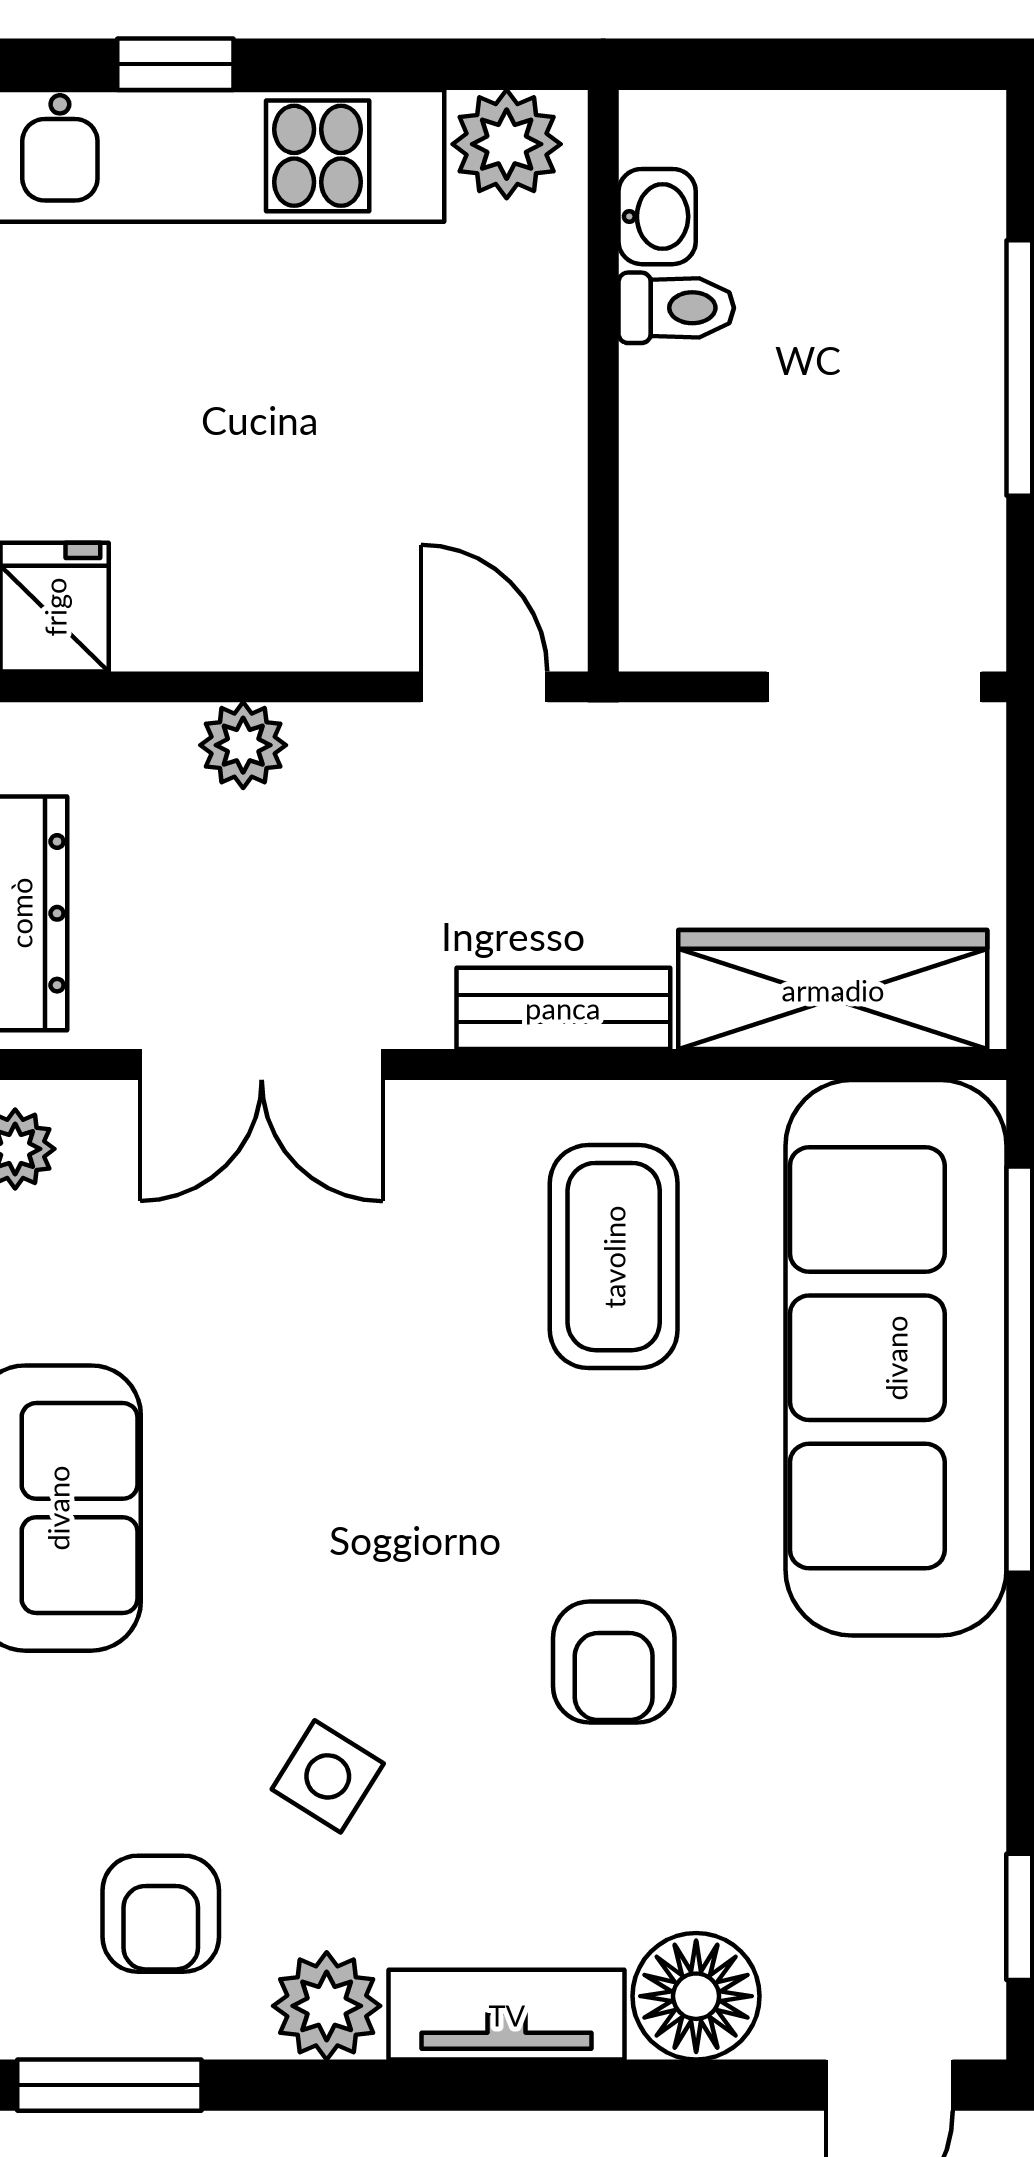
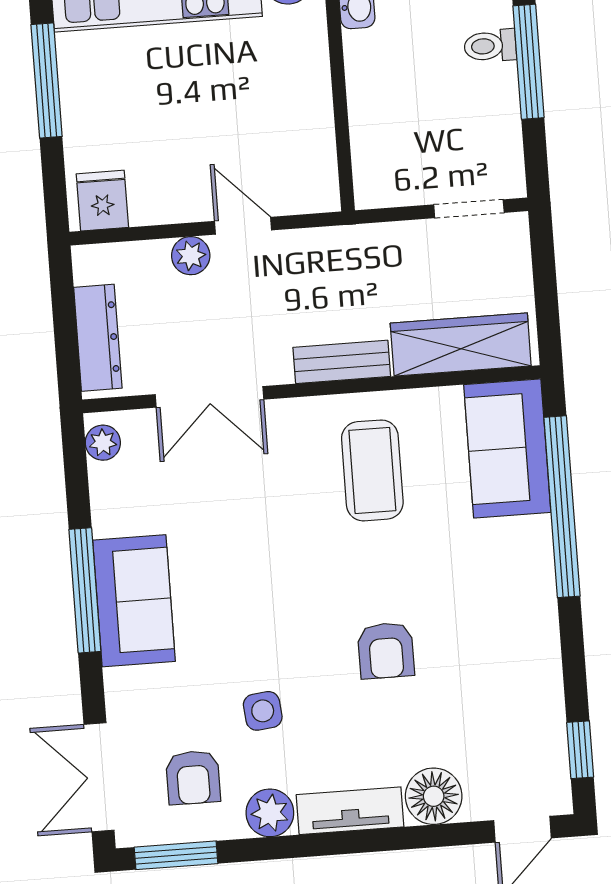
toilet: (676, 308) -> (490, 46), moved, turned 180
door: (484, 687) -> (243, 226), moved
doorway: (874, 687) -> (469, 209), width x0.73
sofa: (896, 1358) -> (507, 448), width x0.54, depth x0.79
side table: (328, 1776) -> (263, 711), turned -38

